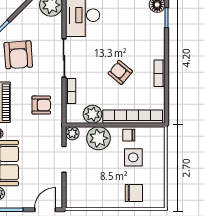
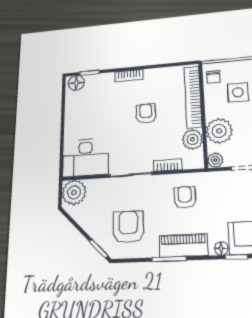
armchair: (18, 55) -> (128, 227), turned -86
armchair: (120, 72) -> (146, 114), turned 140
bookcase: (160, 73) -> (129, 76), moved
chair: (129, 135) -> (213, 77), moved

